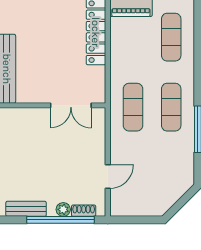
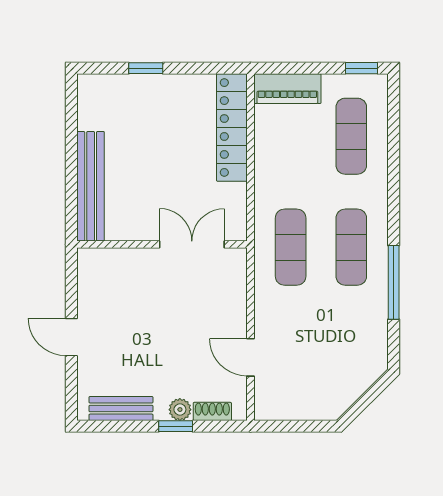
double door: (71, 105) -> (192, 244), swing flipped
door: (108, 177) -> (250, 357), swing flipped
window: (60, 220) -> (176, 426), width x0.32

